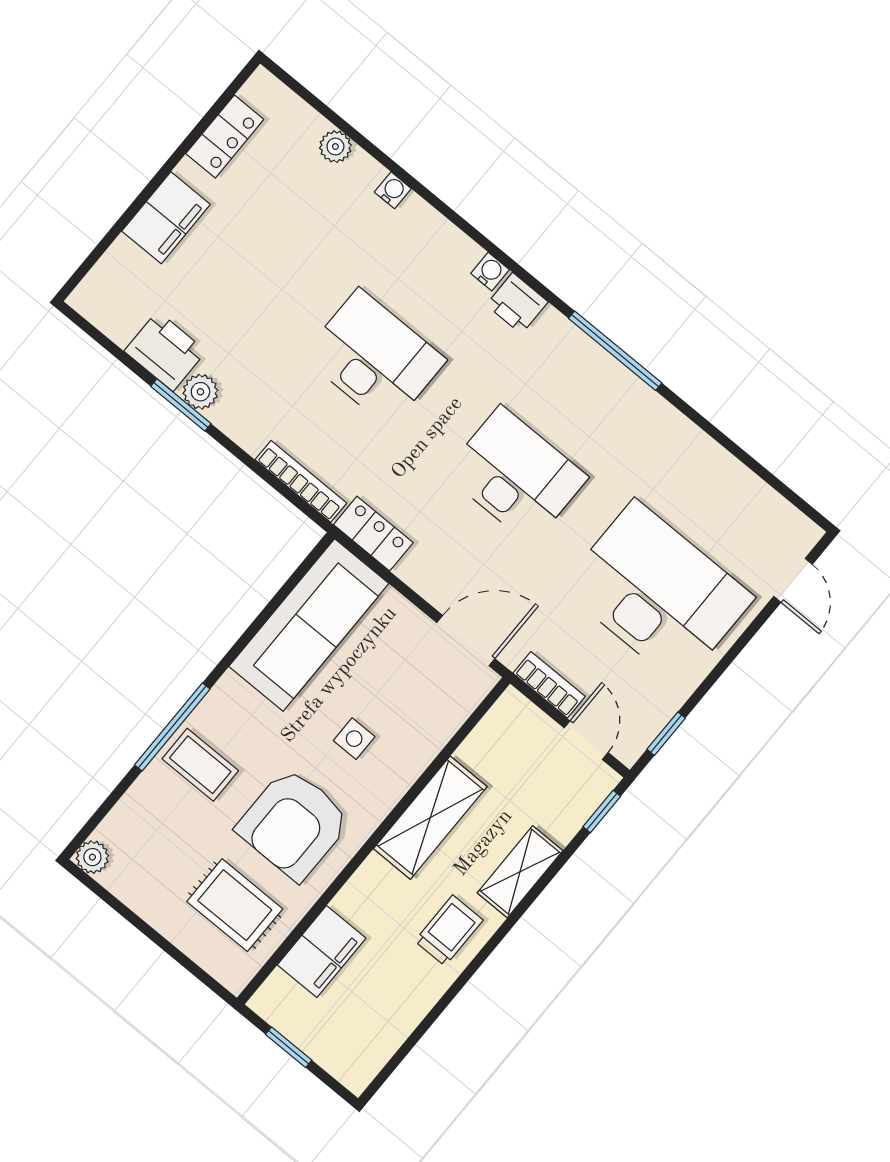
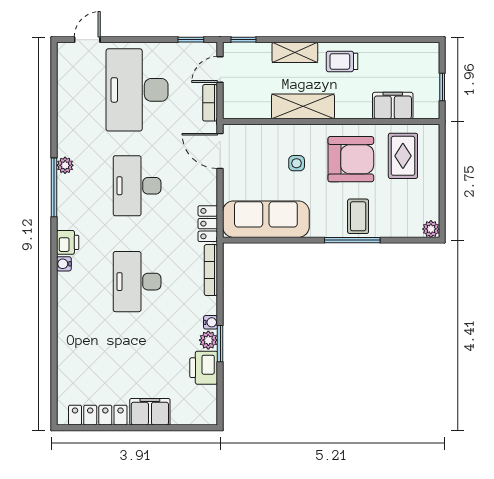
locker: (225, 137) -> (98, 415), width x1.53
plant: (335, 147) -> (65, 165), moved
water cooler: (393, 190) -> (211, 322), moved, turned 180

